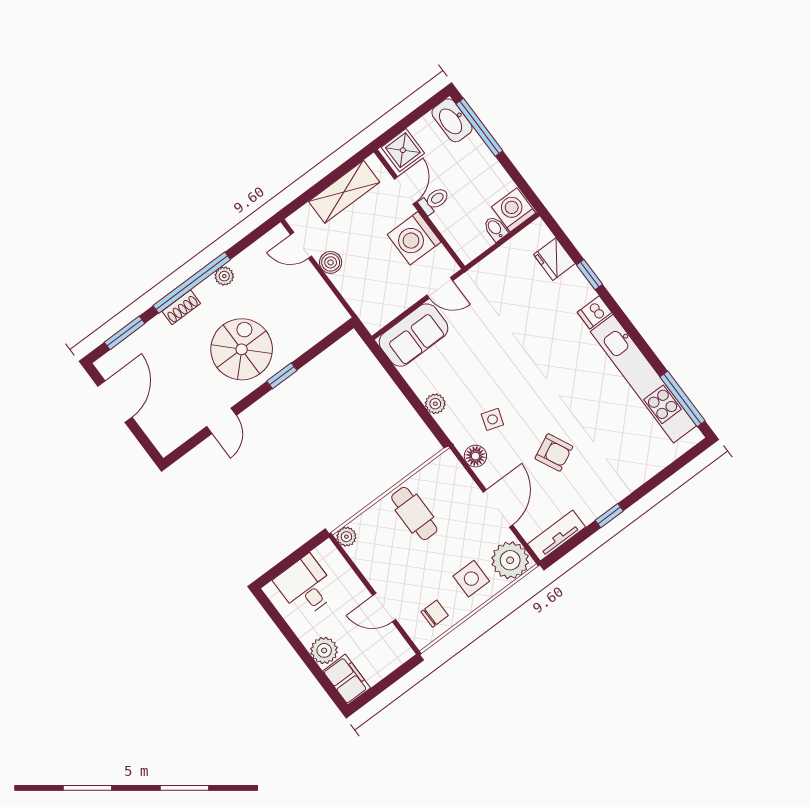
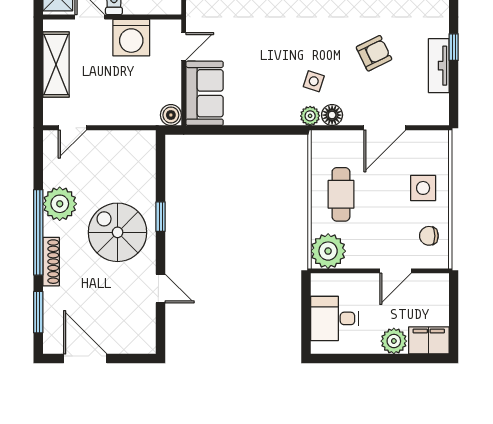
boiler: (331, 262) -> (171, 115), moved
plant: (224, 276) -> (60, 204), width x1.88, depth x1.88
shoe rack: (181, 307) -> (51, 262), width x1.43
plant: (435, 404) -> (310, 116), moved
door: (498, 508) -> (385, 128), swing flipped
cafe table: (414, 514) -> (341, 194), turned 90
tv unit: (557, 535) -> (439, 66), moved
plant: (346, 537) -> (328, 251), width x1.88, depth x1.88
plant: (510, 560) -> (431, 148), removed
chair: (435, 614) -> (429, 236), turned -90

